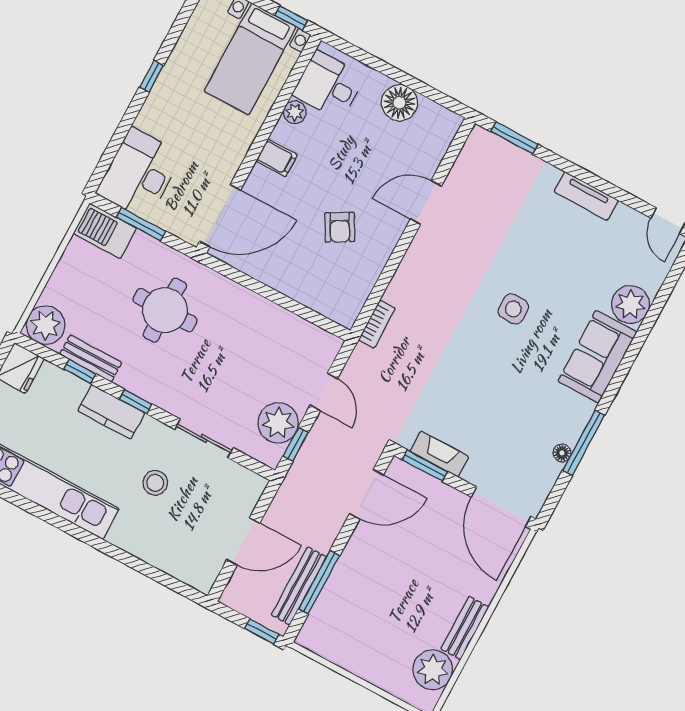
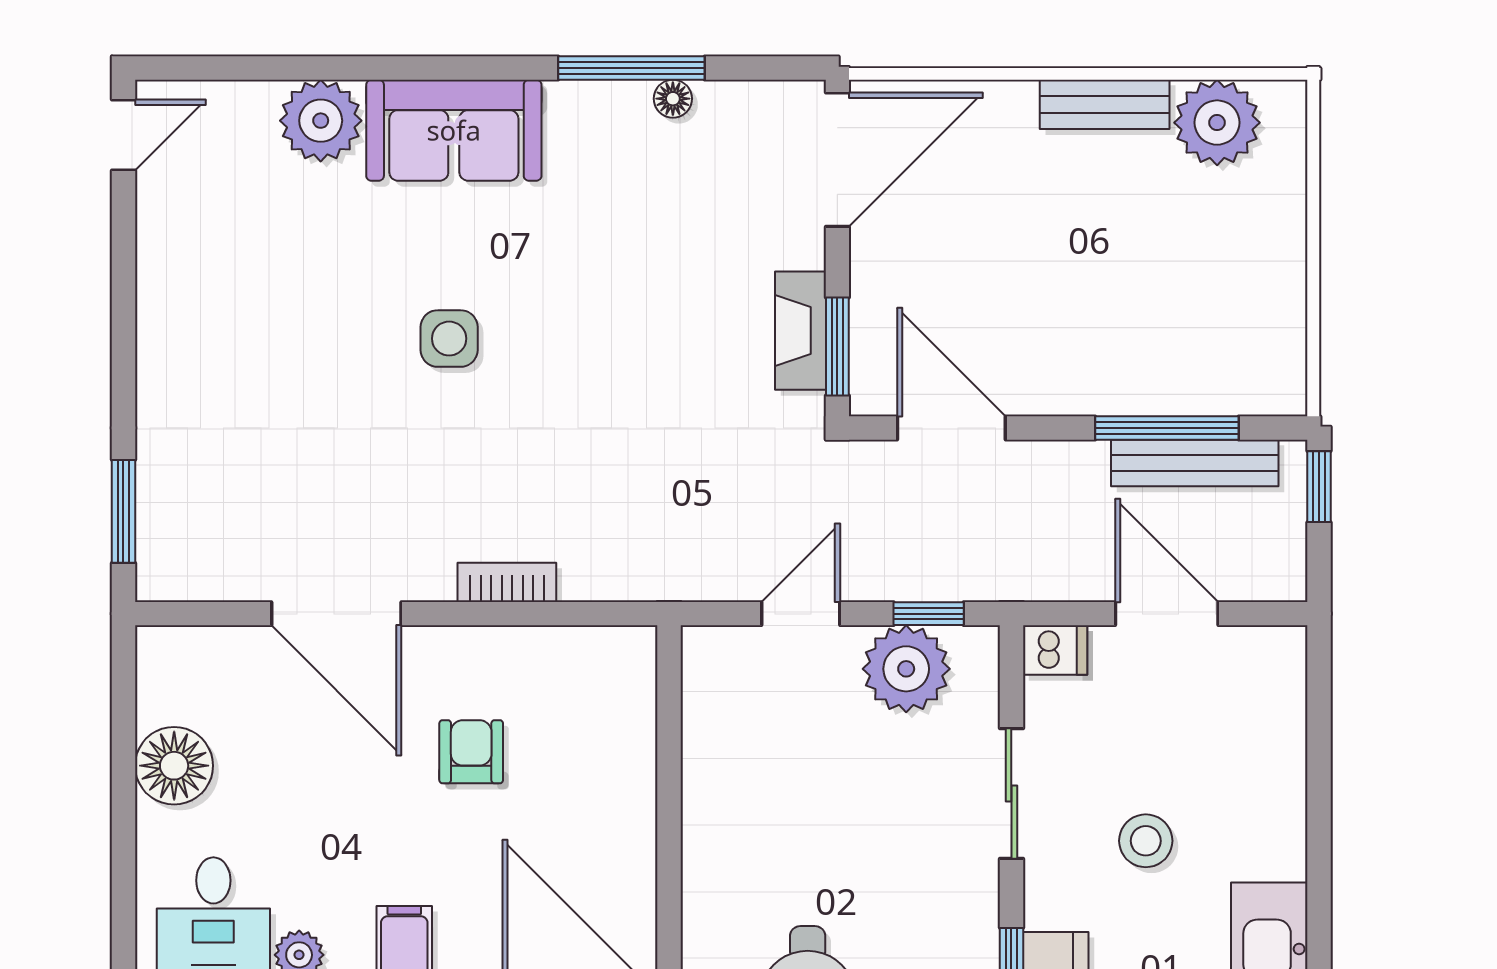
tv unit: (586, 196) -> (160, 316), removed
door: (426, 202) -> (336, 614), width x1.36
armchair: (340, 227) -> (471, 752), turned -61
bookcase: (377, 324) -> (507, 582), moved
dishwasher: (253, 488) -> (1055, 650), added

